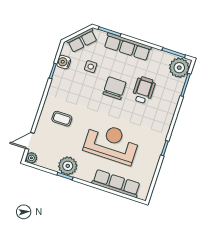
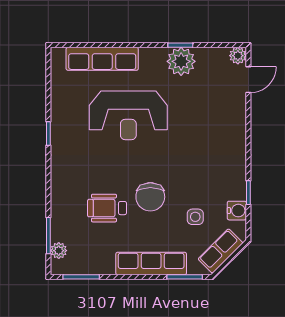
plant: (179, 68) -> (59, 251), width x0.53, depth x0.53
wheelchair: (144, 90) -> (107, 208), turned 90
coffee table: (62, 119) -> (212, 127), removed

